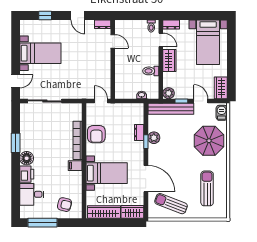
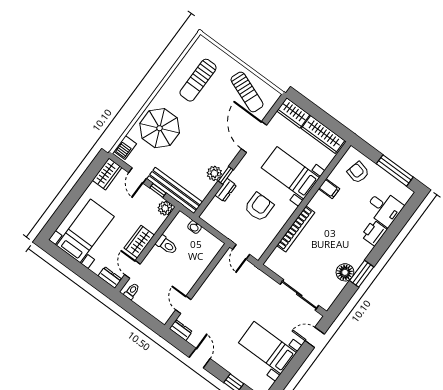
armchair: (96, 134) -> (259, 207), moved
floor lamp: (27, 158) -> (345, 272), moved
filing cabinet: (75, 166) -> (329, 189), moved

